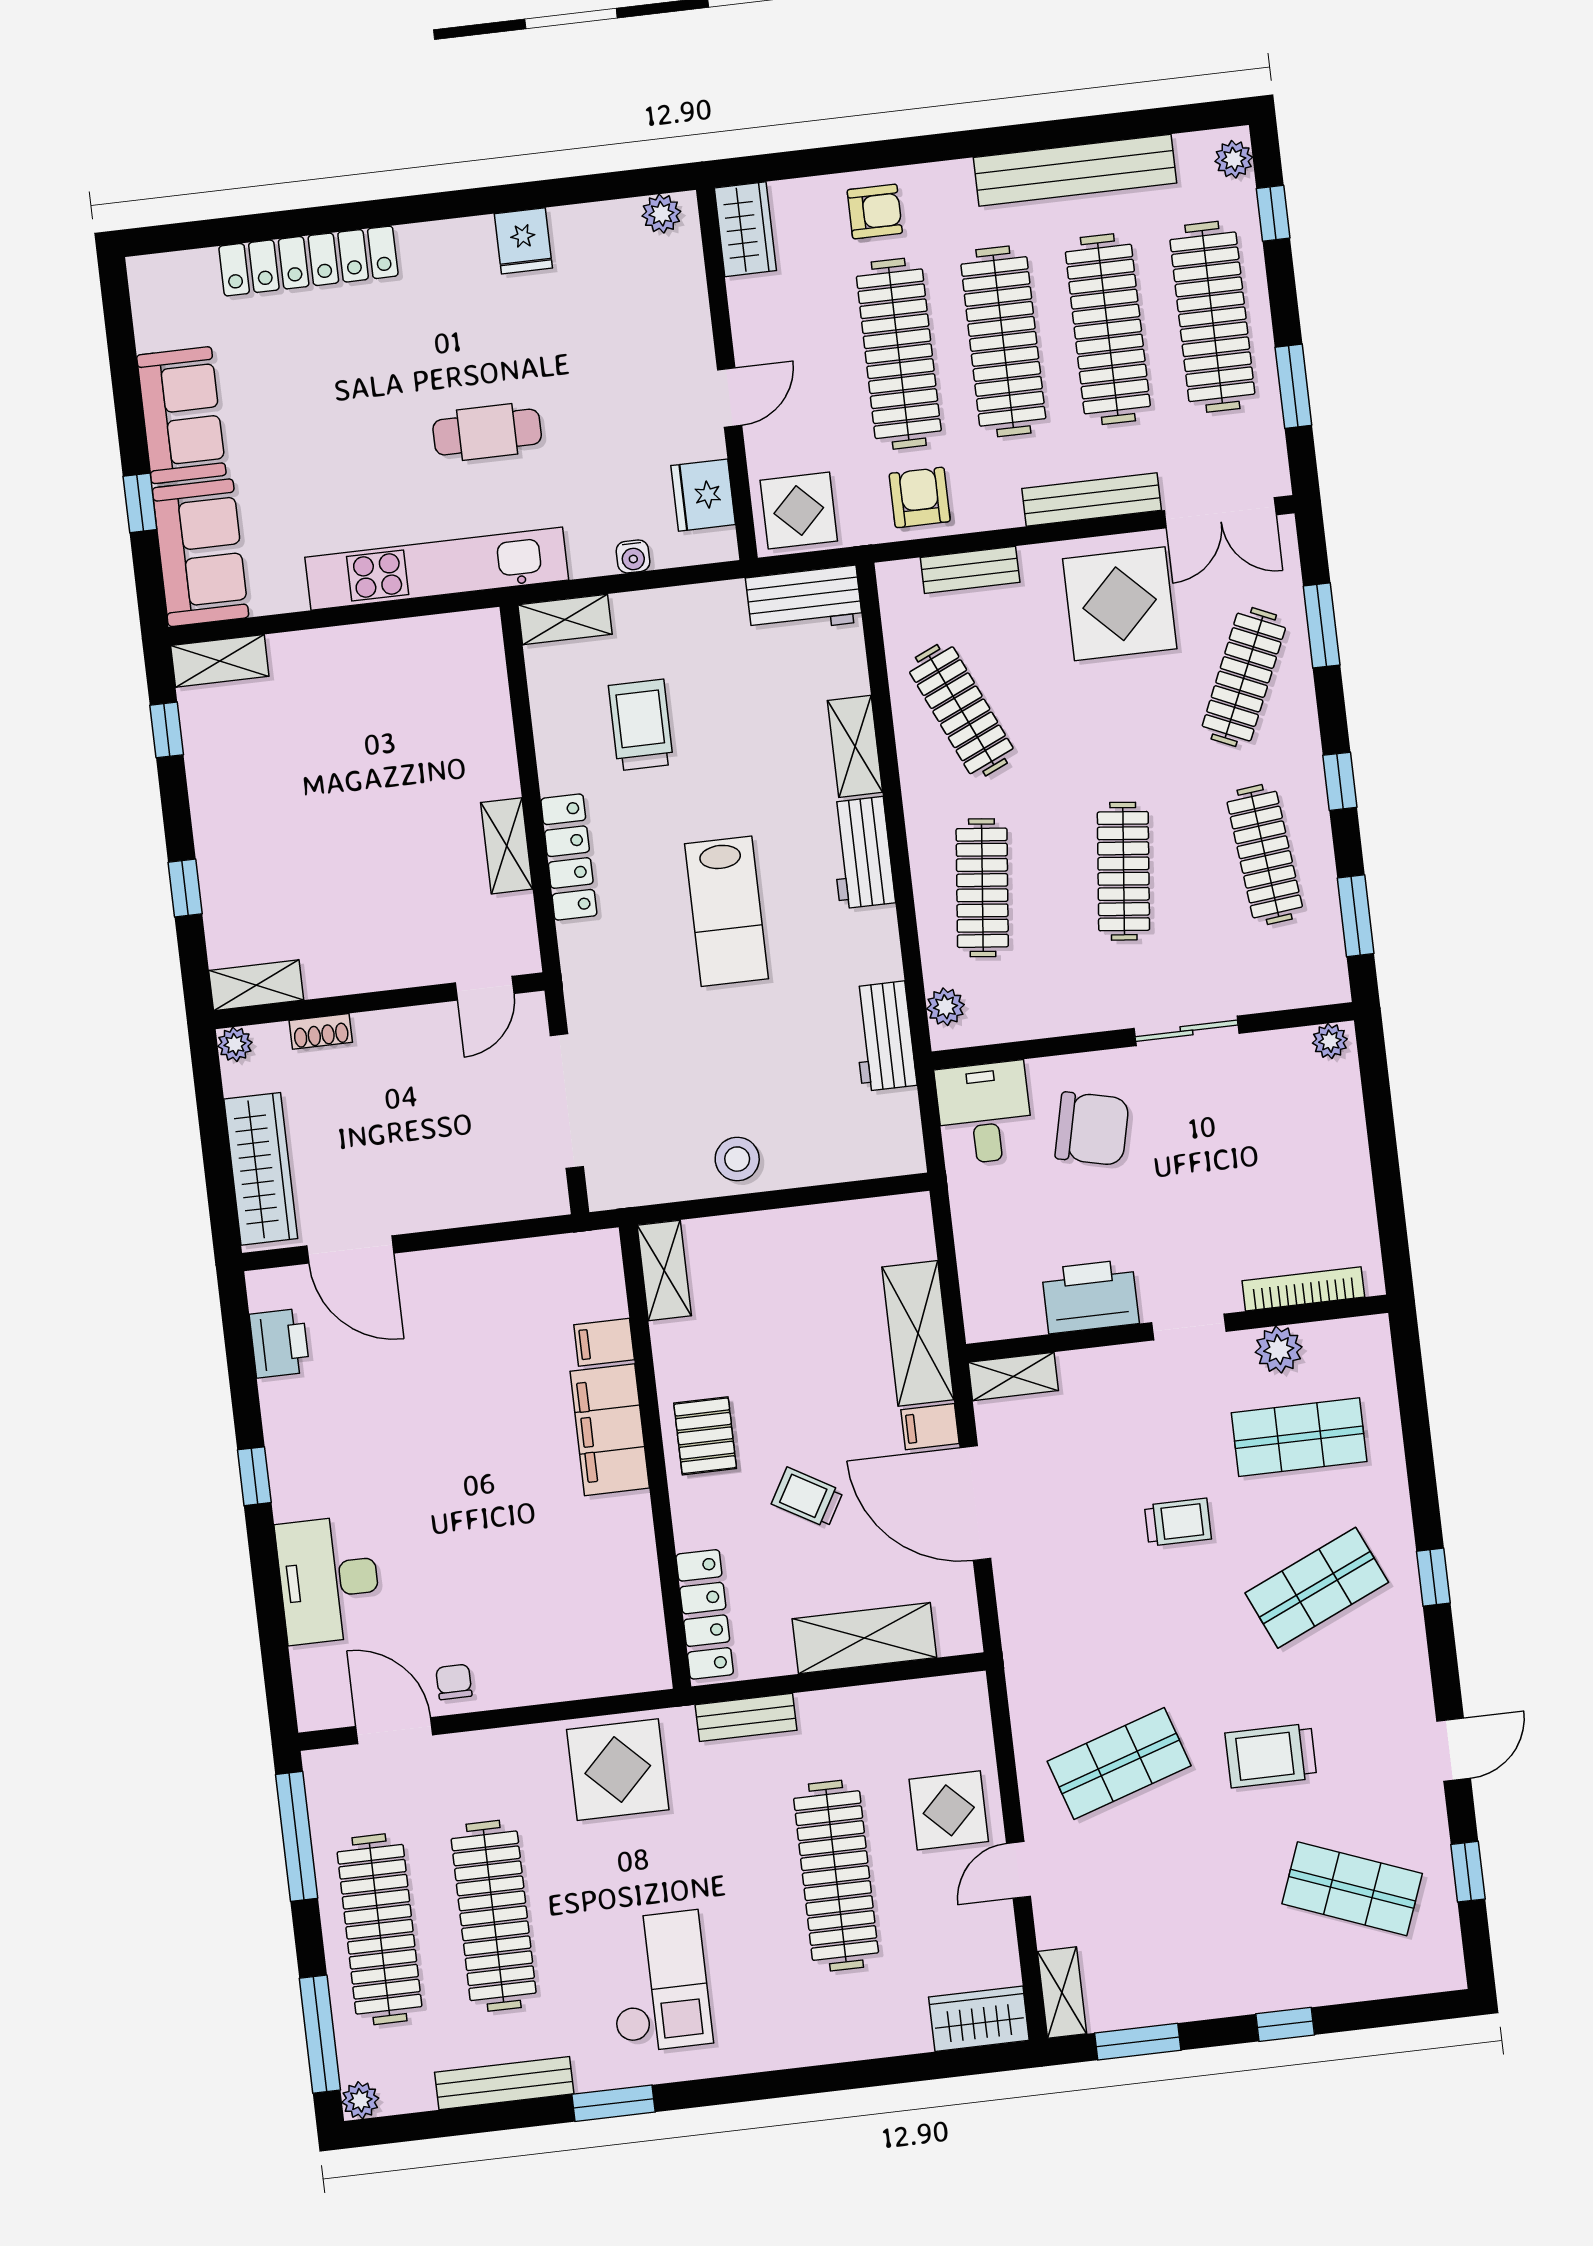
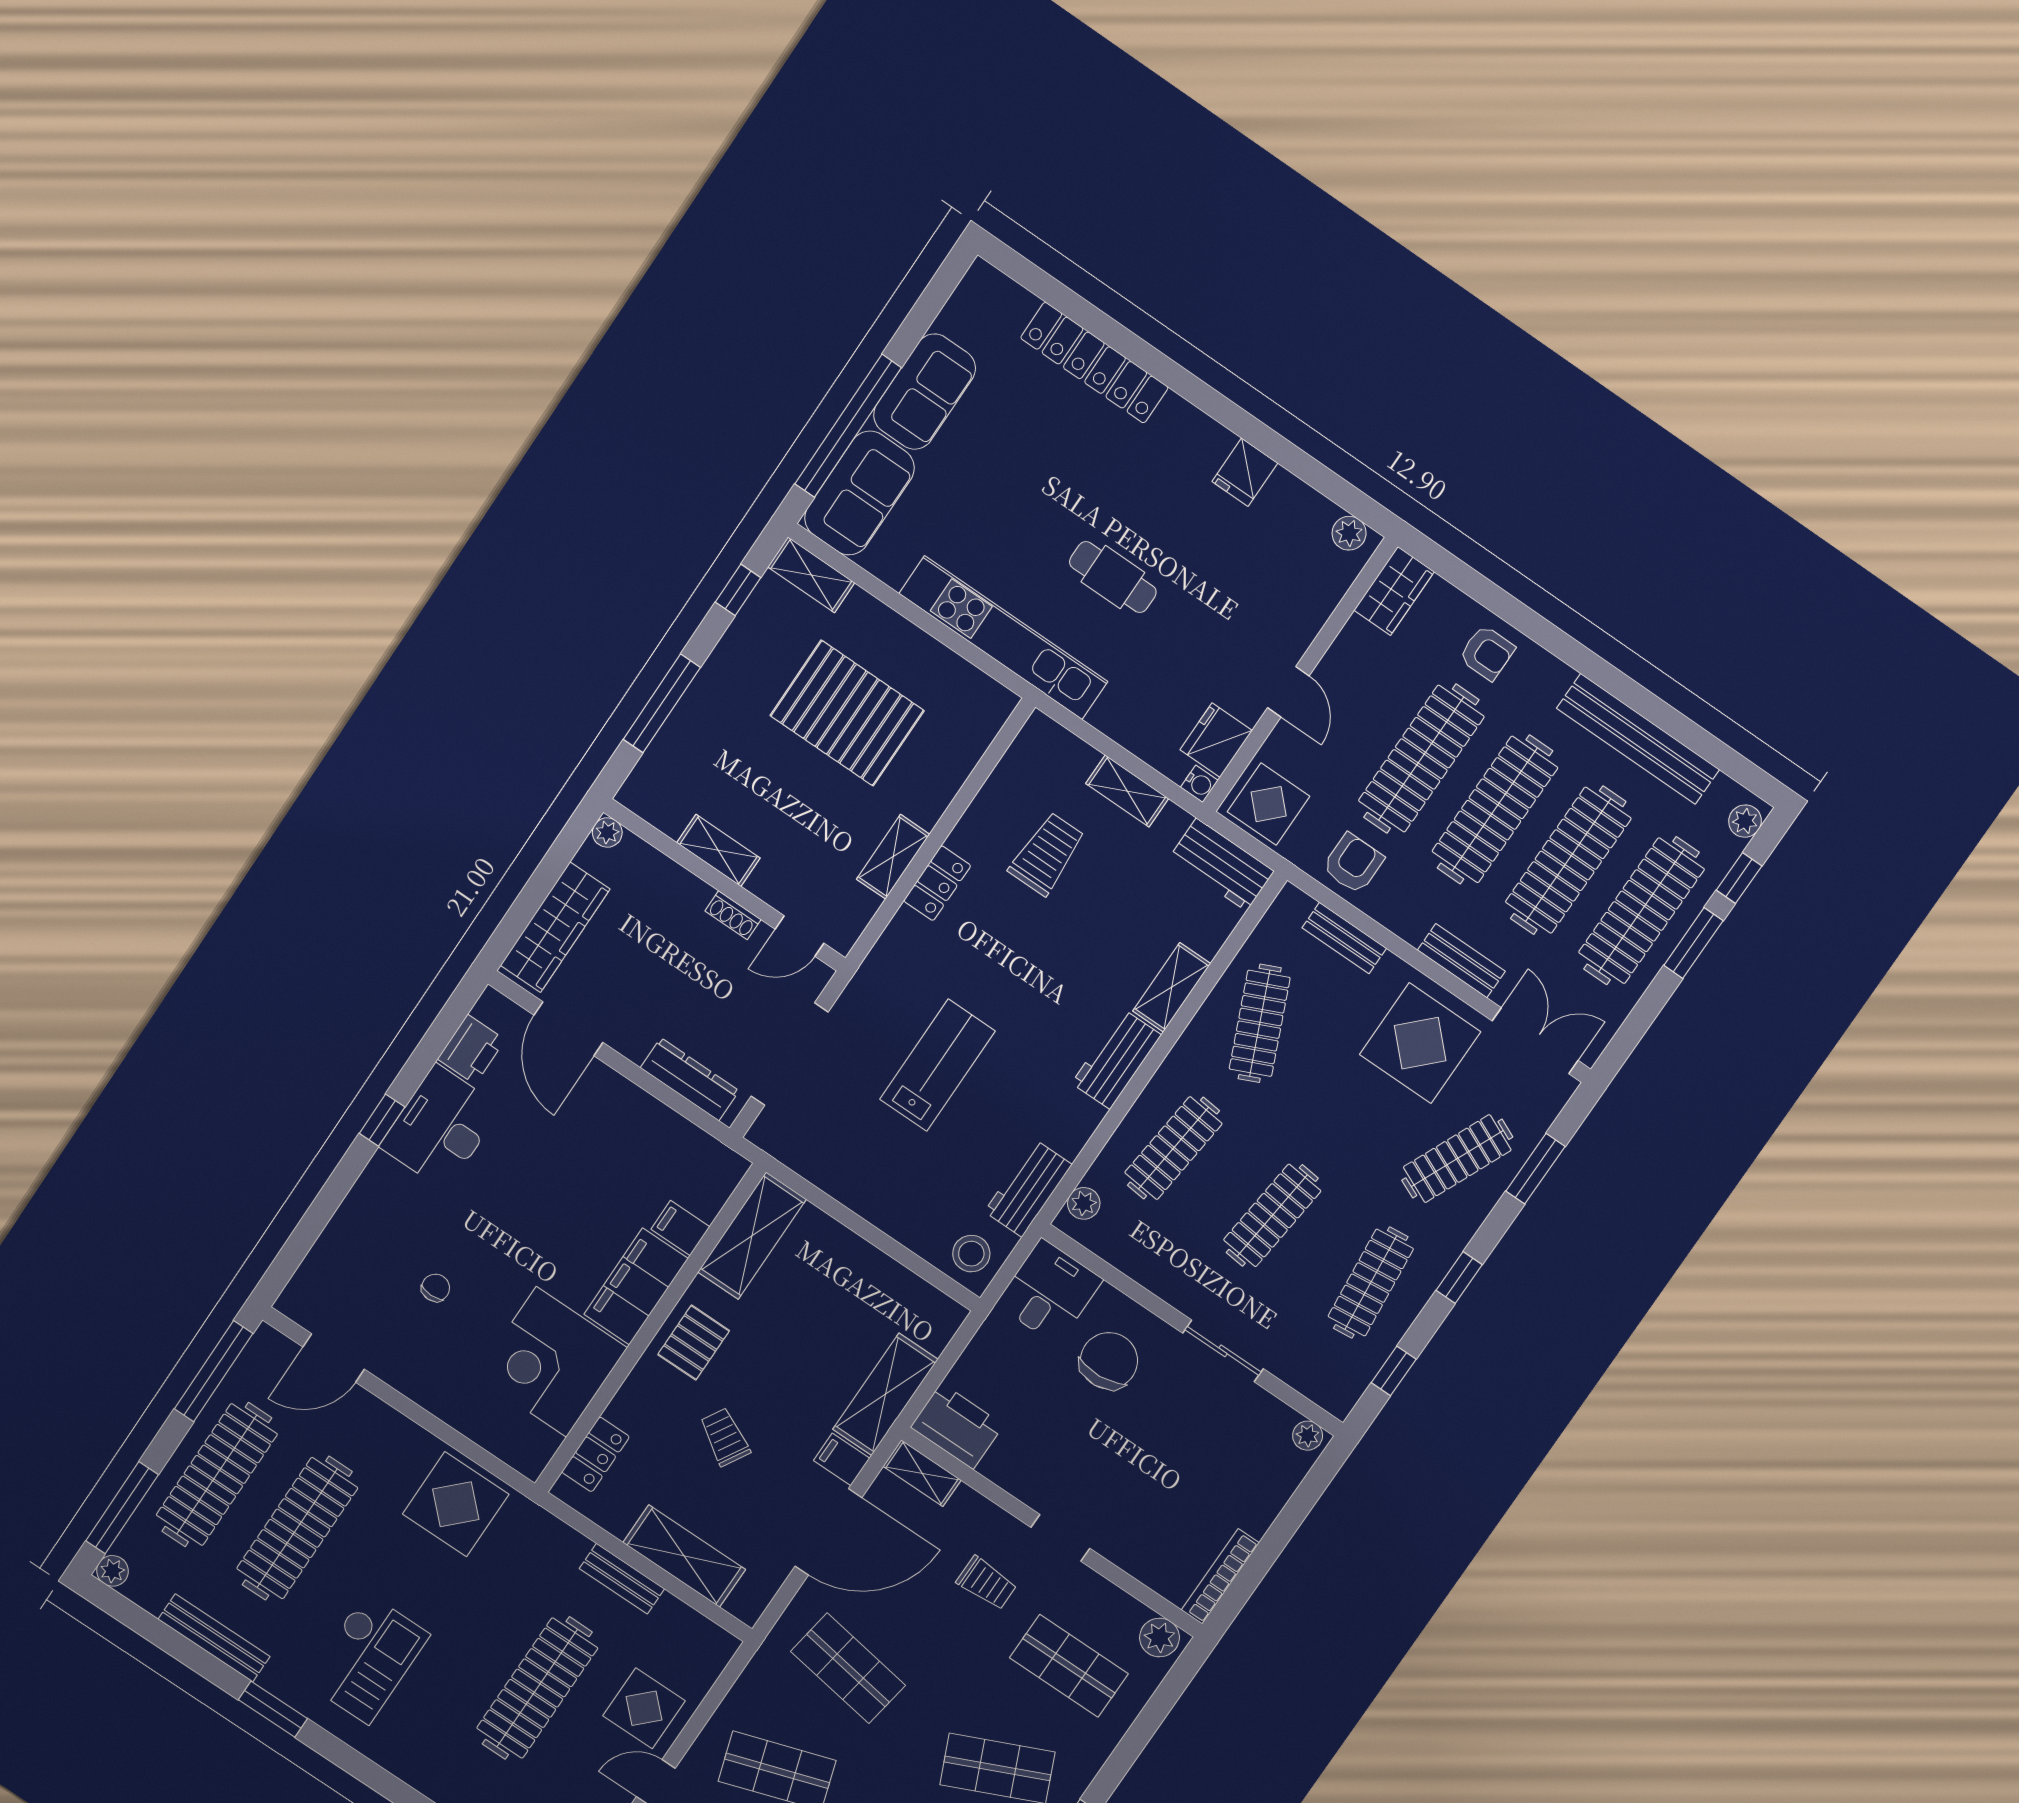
window: (1293, 386) -> (1693, 943), moved
door: (730, 398) -> (1288, 692), hinge flipped
bench: (1092, 499) -> (1461, 961), width x0.73
window: (140, 503) -> (848, 426), width x3.17
double door: (1220, 513) -> (1535, 1041), swing flipped
water cooler: (633, 556) -> (1199, 784), moved, turned -90
shelving: (565, 619) -> (1127, 791), moved
pallet: (356, 754) -> (847, 713), added
locker: (569, 857) -> (937, 883), width x0.66
window: (185, 888) -> (662, 703), width x2.17
lab bench: (727, 911) -> (937, 1065), moved, turned 180
window: (1356, 916) -> (1394, 1371), width x0.67
shelving: (256, 985) -> (718, 850), moved
shoe rack: (321, 1031) -> (733, 915), moved
chair: (1092, 1129) -> (1109, 1361), turned -107
stool: (737, 1159) -> (971, 1254), moved
dresser: (497, 1201) -> (690, 1079), added
shelving: (664, 1270) -> (752, 1236), width x1.50, depth x1.33
bookcase: (1303, 1289) -> (1220, 1576), moved, turned -90
printer: (1090, 1296) -> (957, 1426), moved
plant: (1279, 1350) -> (1159, 1638), moved
door: (975, 1503) -> (828, 1532), swing flipped
trolley: (1178, 1522) -> (987, 1583), moved
corner desk: (593, 1564) -> (551, 1362), added
desk: (329, 1580) -> (441, 1127), moved
shop shelf: (1101, 1613) -> (848, 1668), added
locker: (705, 1614) -> (596, 1454), width x0.66
chair: (454, 1682) -> (436, 1288), moved
bench: (746, 1717) -> (622, 1579), moved
door: (394, 1731) -> (334, 1358), swing flipped

